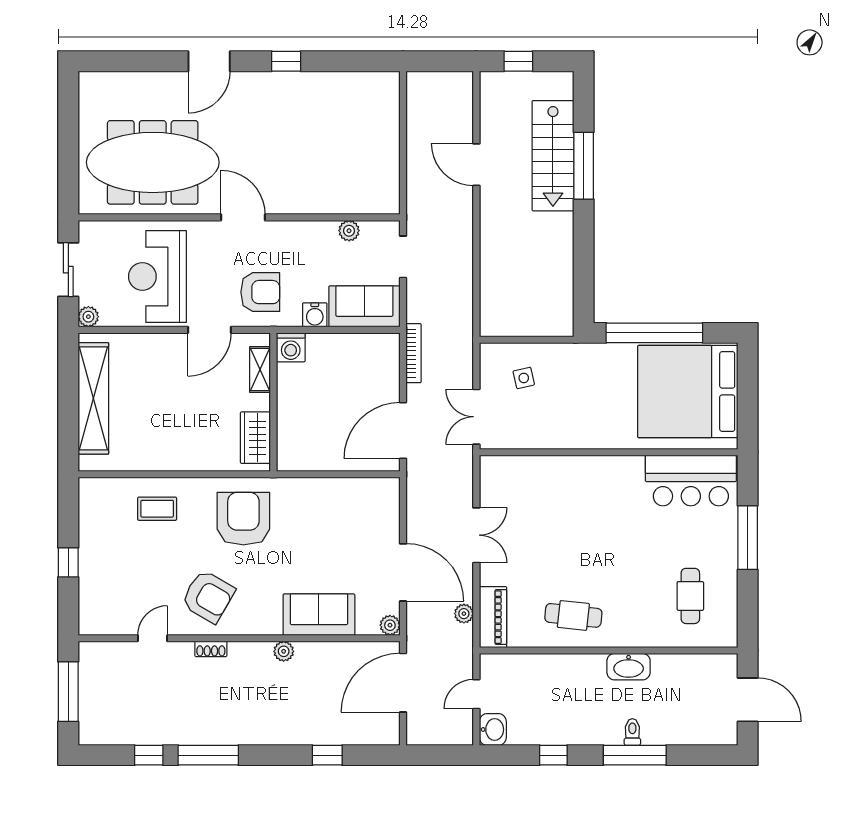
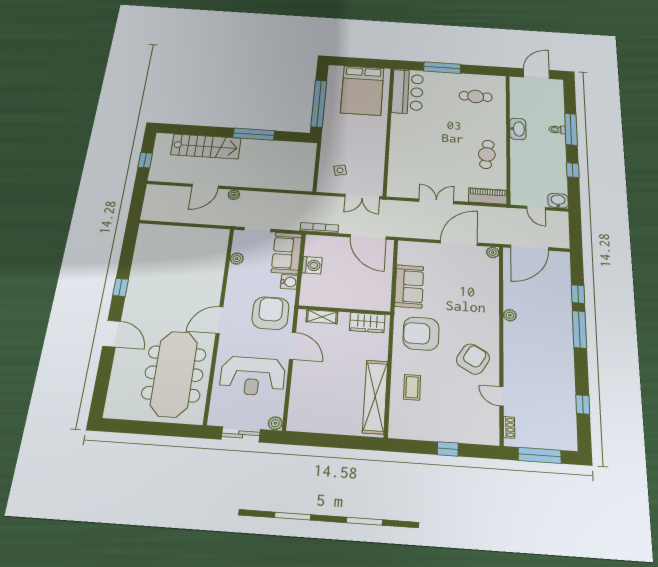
window: (584, 166) -> (254, 134), moved
armchair: (260, 292) -> (270, 313), width x1.36, depth x1.36
washing machine: (291, 347) -> (312, 265), moved
bed: (688, 392) -> (362, 90), width x0.73
shelving: (93, 398) -> (375, 397), moved, turned 90
plant: (464, 614) -> (234, 195), moved
sofa: (319, 615) -> (409, 286), moved, turned 180
shoe rack: (211, 649) -> (509, 427), moved
door: (403, 683) -> (530, 248), hinge flipped
window: (208, 755) -> (580, 329), moved

